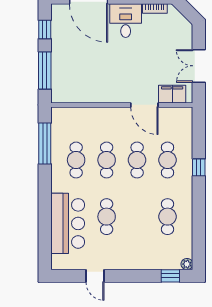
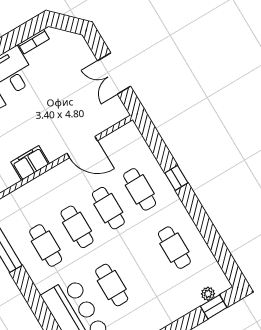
filing cabinet: (172, 94) -> (30, 163), moved
plant: (187, 264) -> (208, 294), moved

